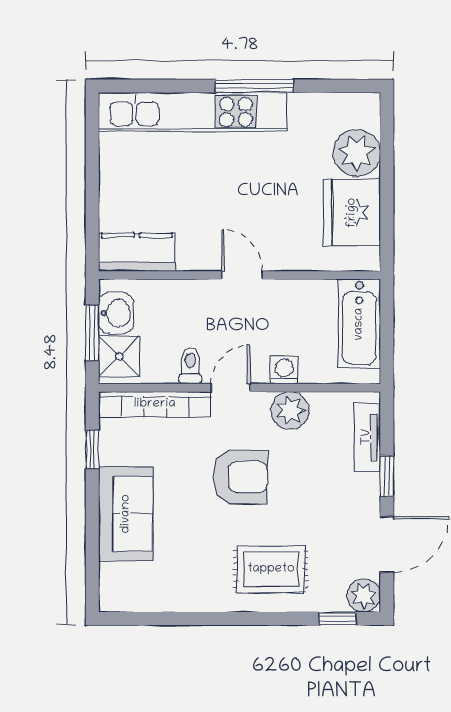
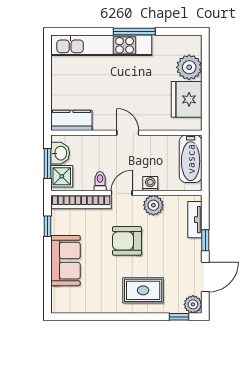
armchair: (241, 477) -> (127, 241), turned 180

